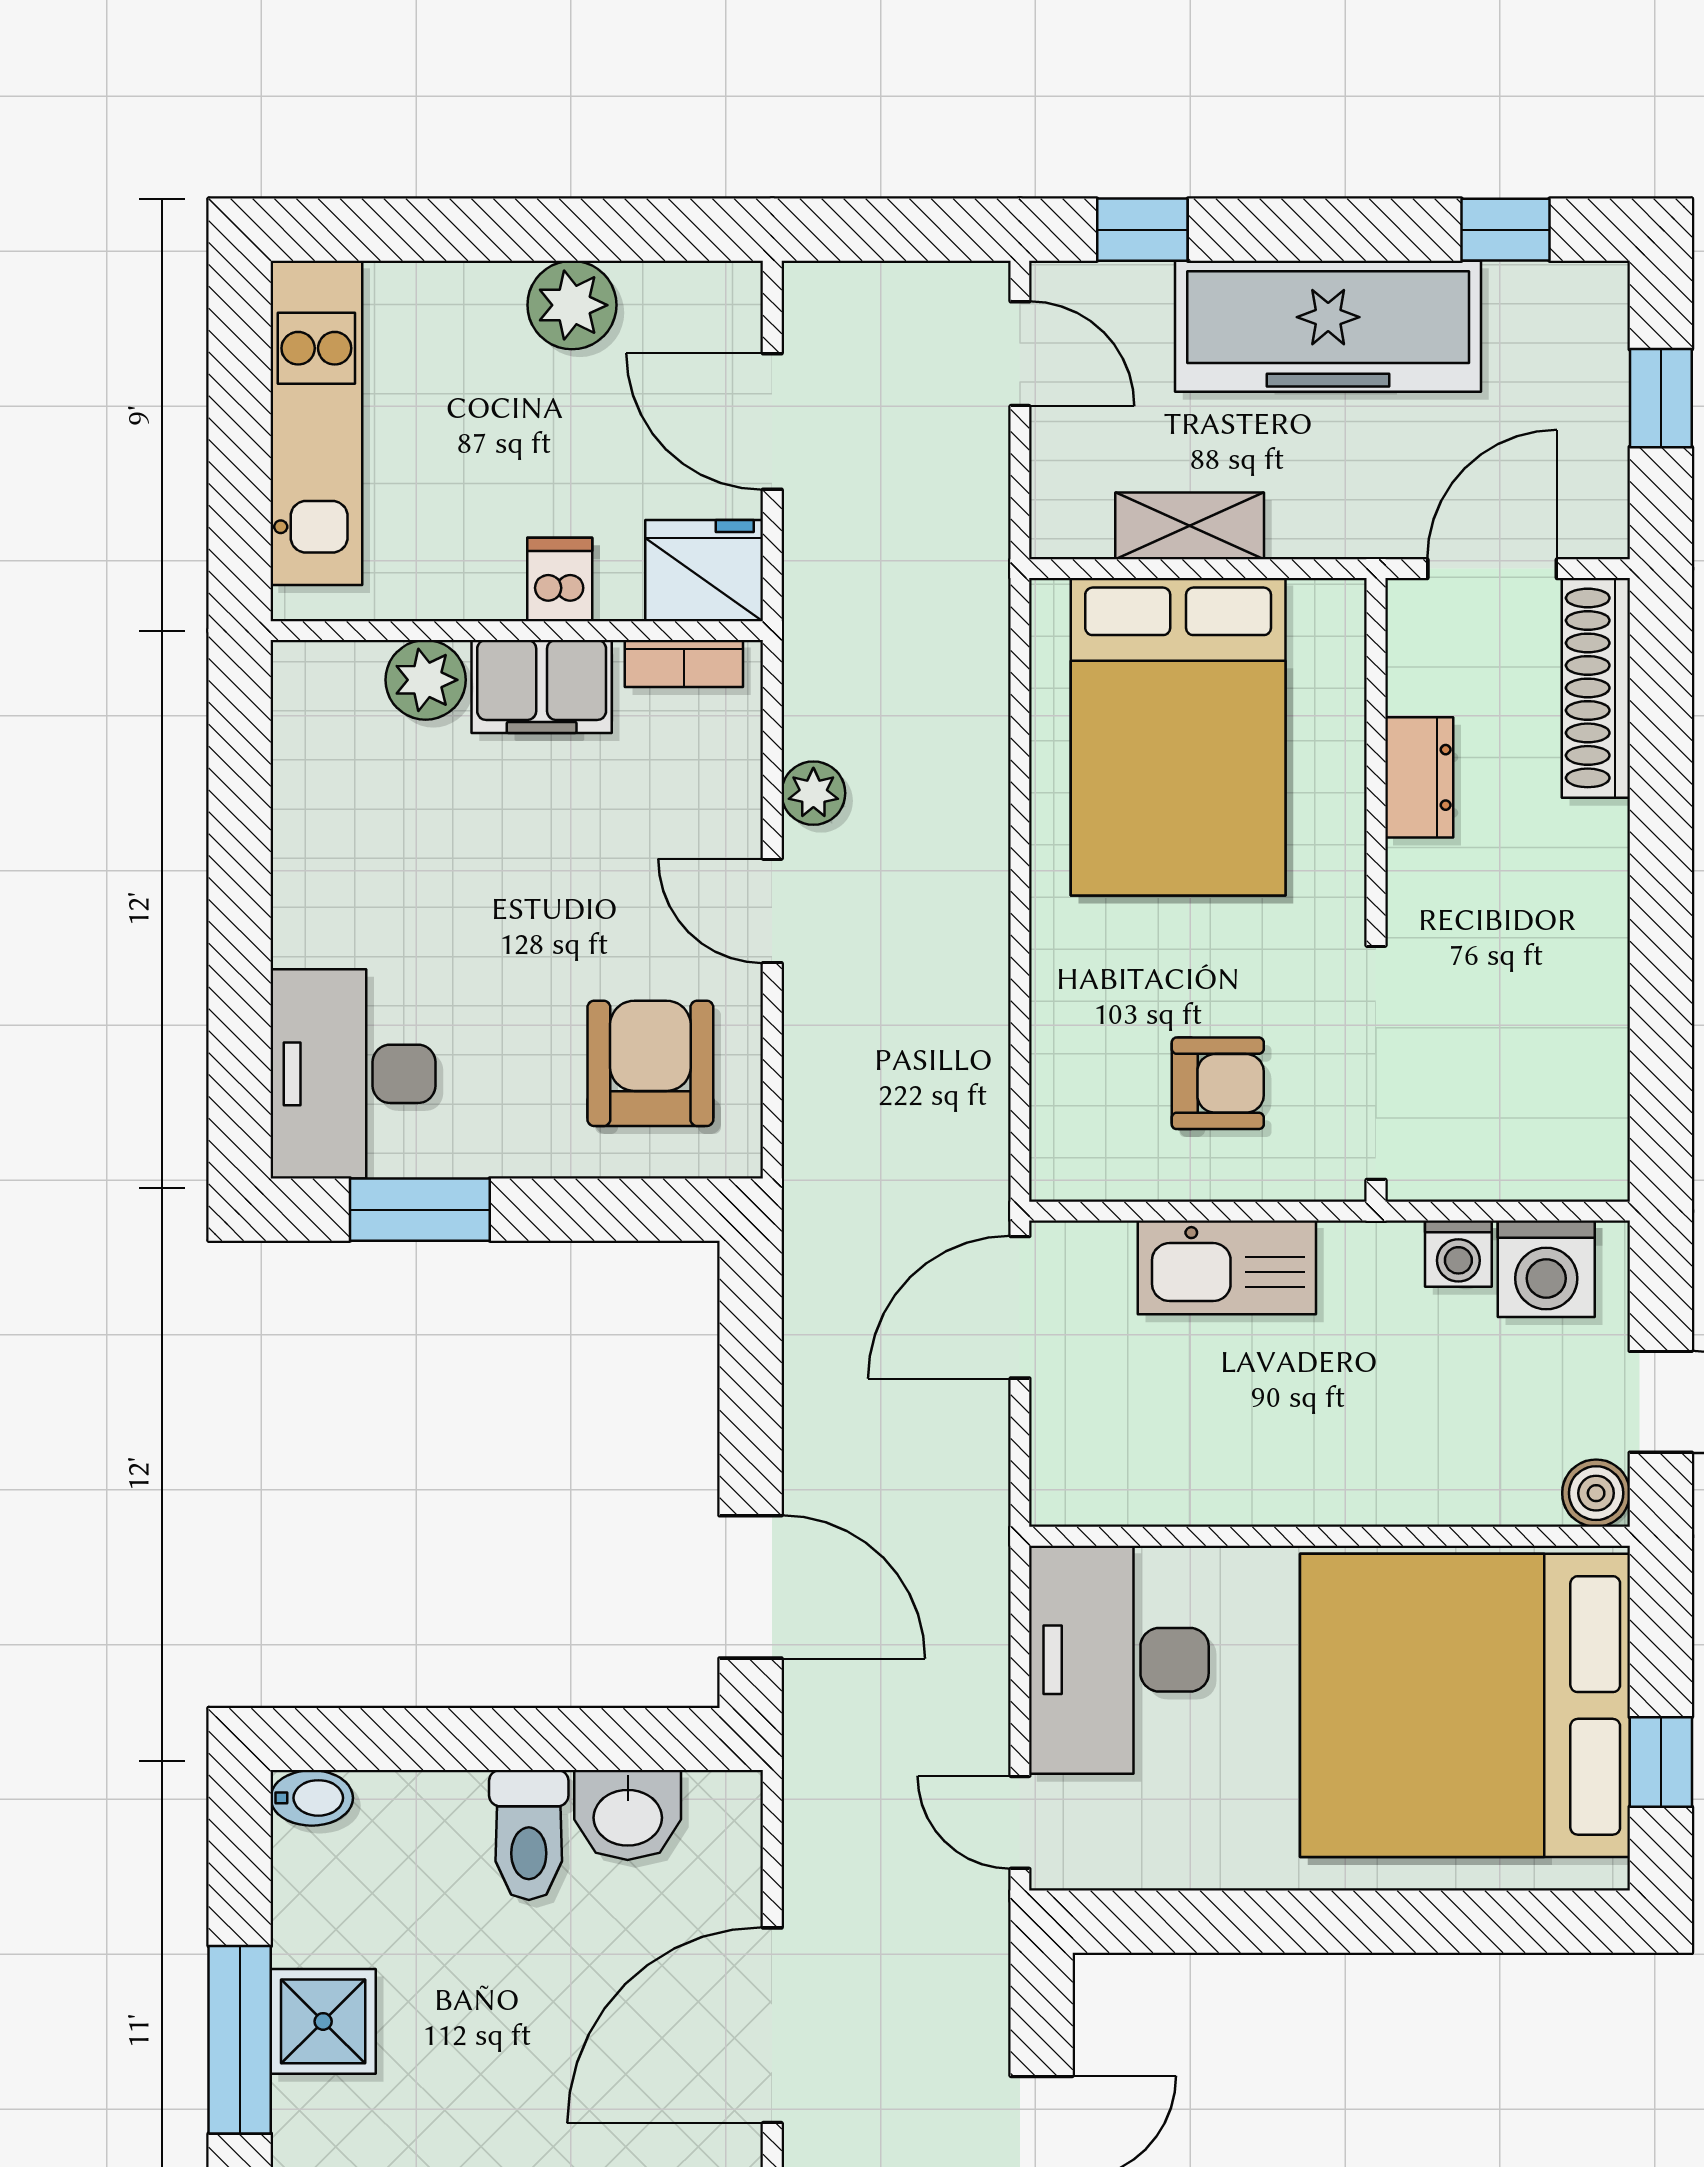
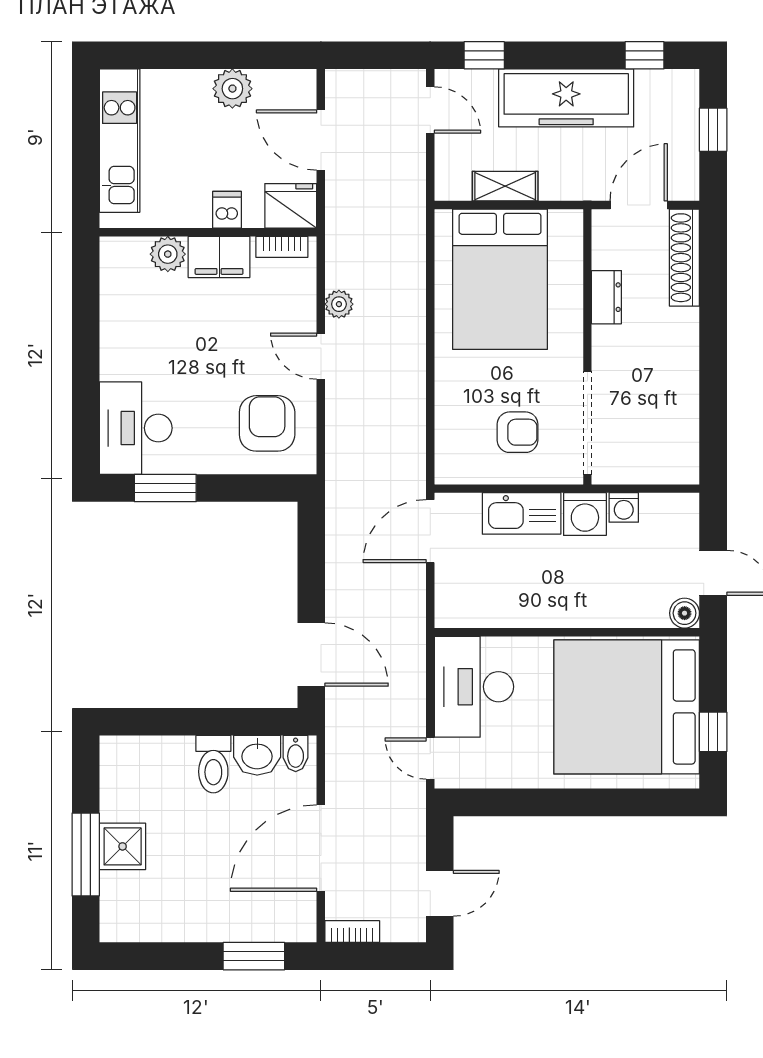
washing machine: (1546, 1269) -> (585, 514), moved
bidet: (312, 1798) -> (296, 754), moved, turned 90

